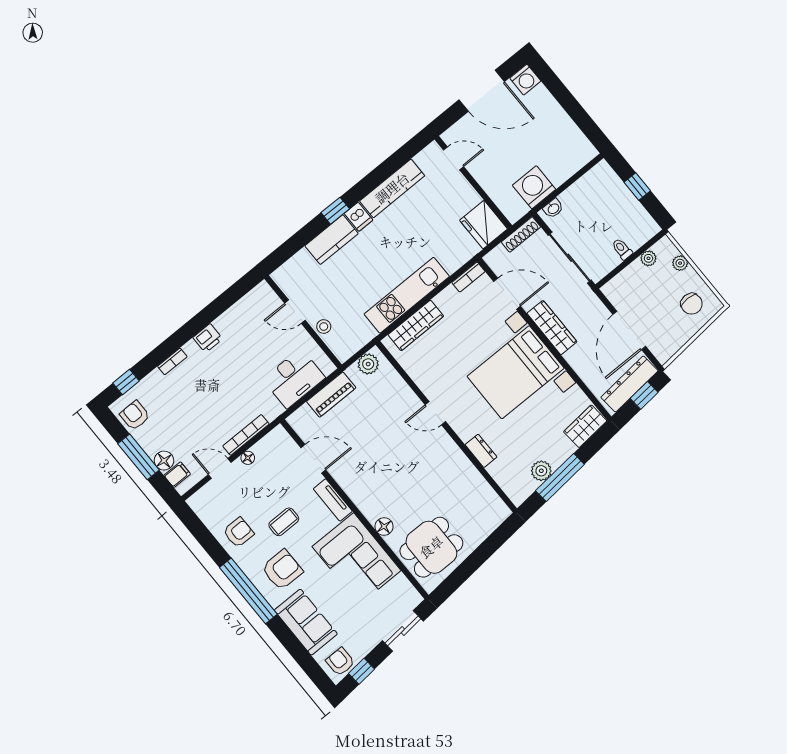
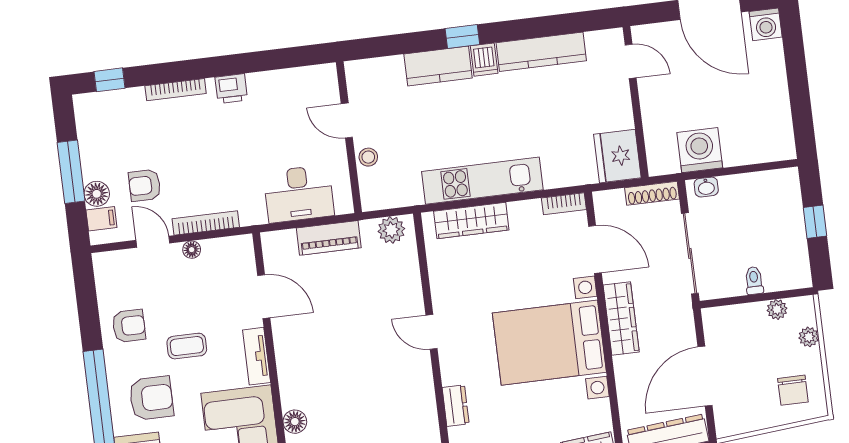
bookcase: (172, 362) -> (176, 90), width x1.56
armchair: (135, 415) -> (145, 185), moved, turned -90

